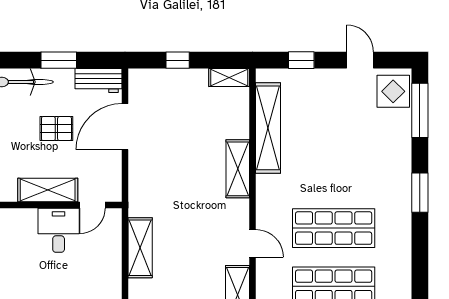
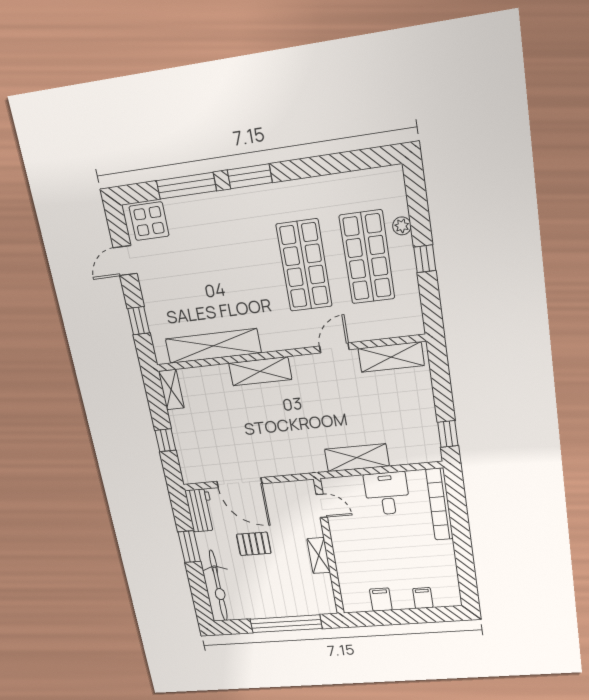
window: (420, 110) -> (186, 186), moved
pallet: (56, 129) -> (254, 544), turned 90
shelving: (48, 190) -> (319, 556), width x0.67, depth x0.75
desk: (59, 230) -> (387, 493), moved, turned 90

